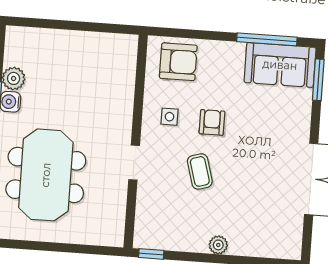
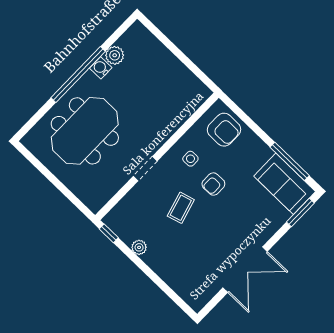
armchair: (212, 122) -> (213, 184), turned 180
plant: (218, 245) -> (139, 247), moved

